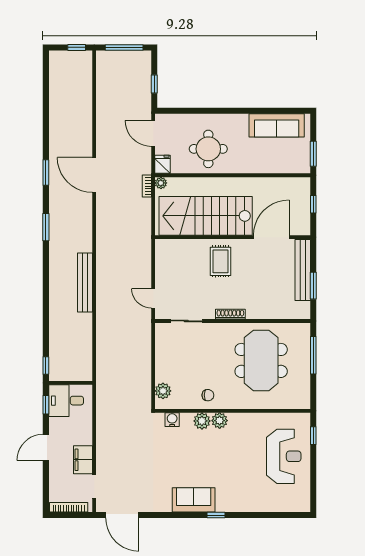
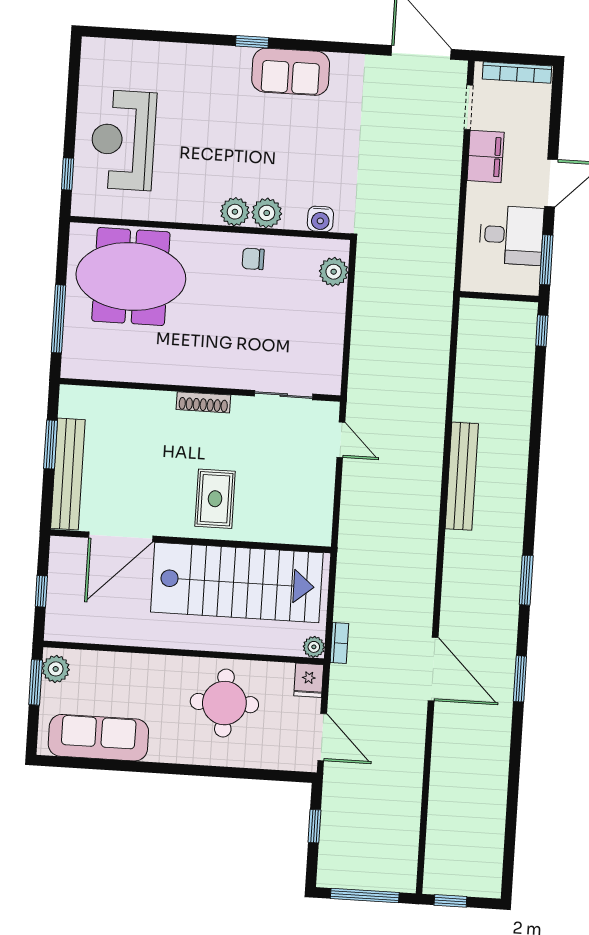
plant: (303, 162) -> (56, 669), added
meeting table: (261, 360) -> (131, 277), moved, turned 90
desk: (66, 401) -> (511, 235), moved
window: (46, 405) -> (546, 260), width x1.50

